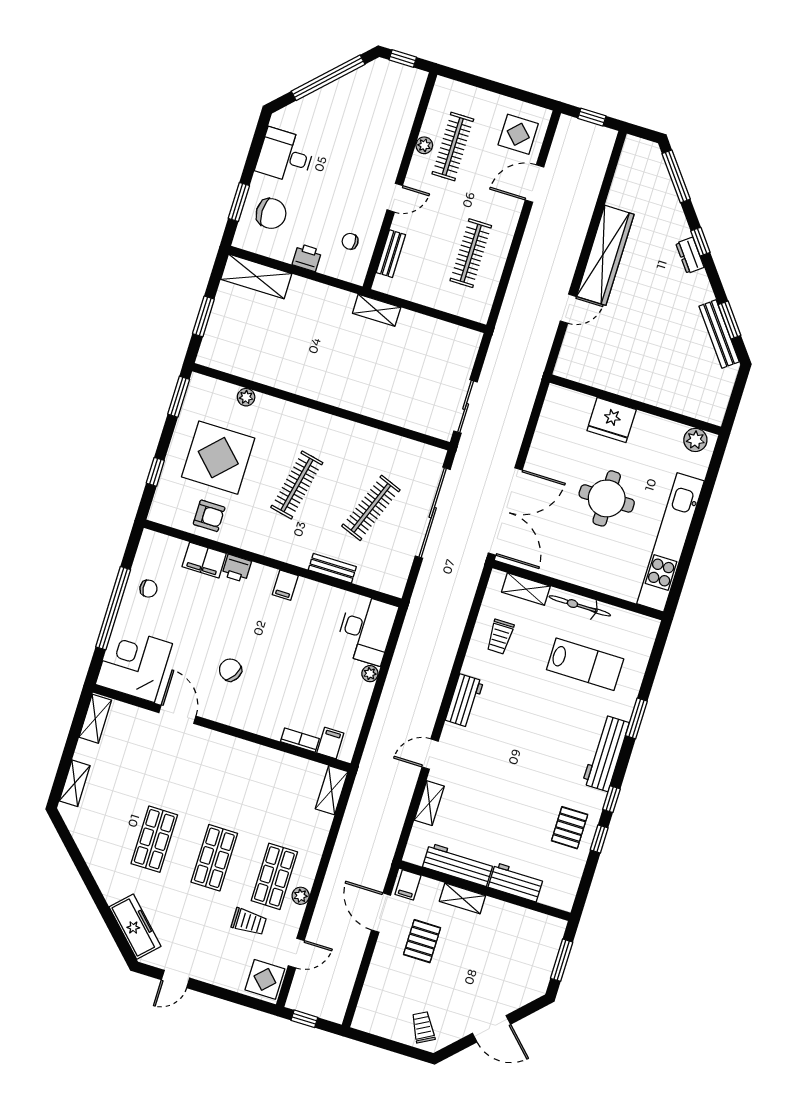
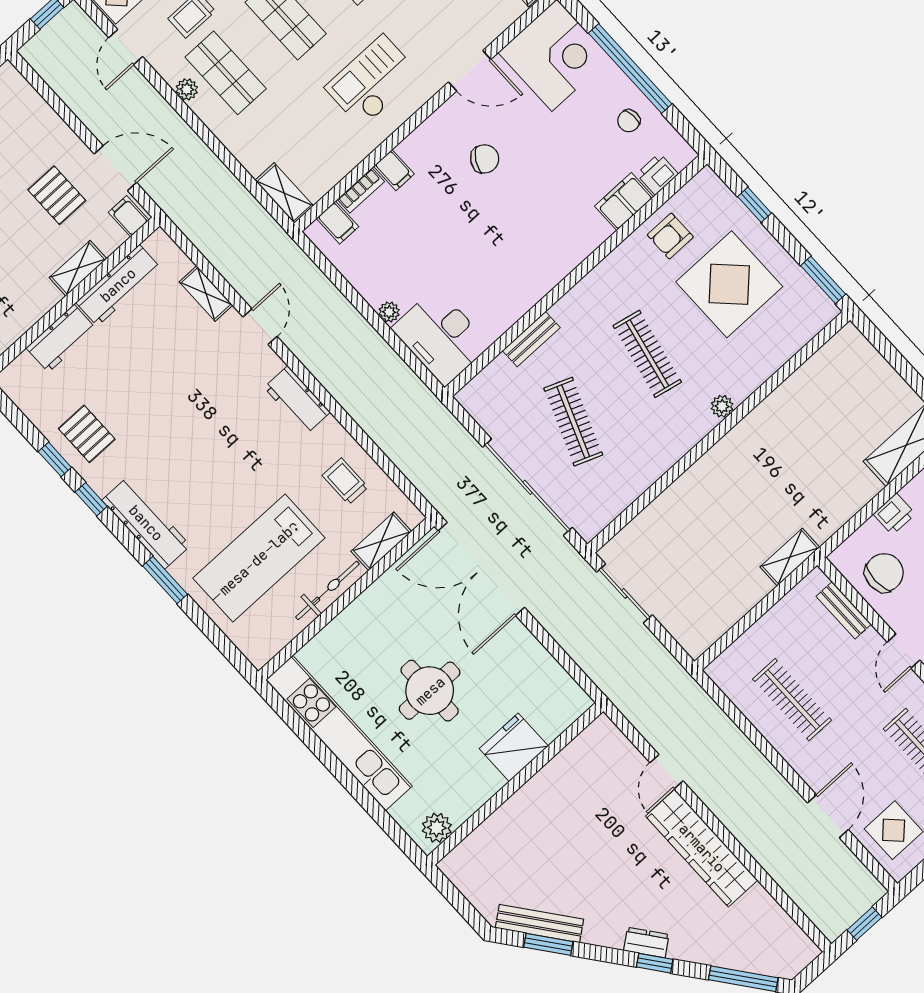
chair: (350, 241) -> (884, 573), width x1.87, depth x1.87
window: (203, 316) -> (896, 360), removed
plant: (246, 397) -> (722, 406), moved
printer: (237, 568) -> (657, 174), moved
filing cabinet: (285, 585) -> (394, 170), moved, turned 180
lab bench: (585, 664) -> (259, 558), width x1.36, depth x1.39
checkout: (222, 775) -> (372, 81), added

